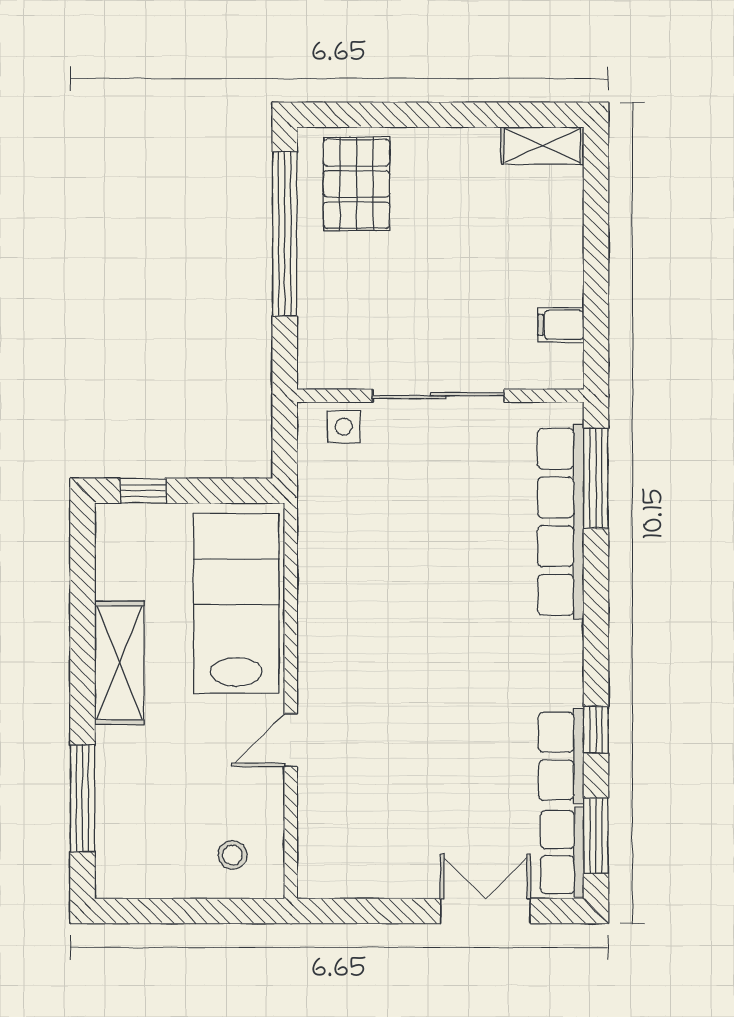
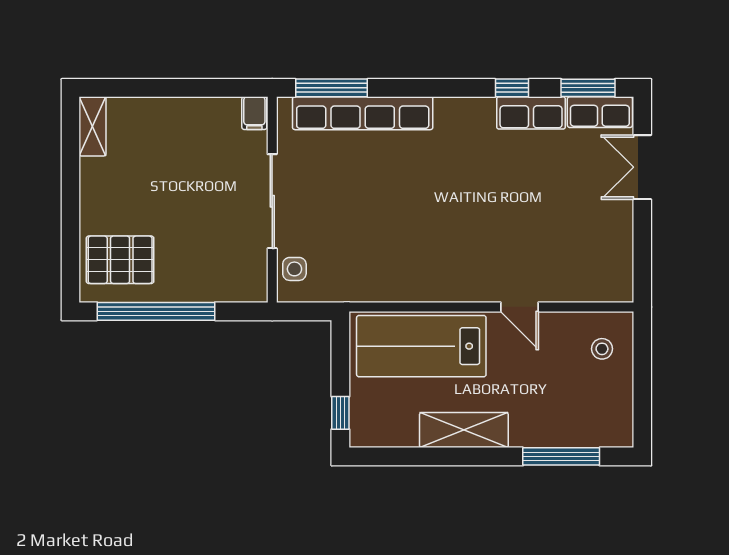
filing cabinet: (561, 325) -> (254, 113), moved

